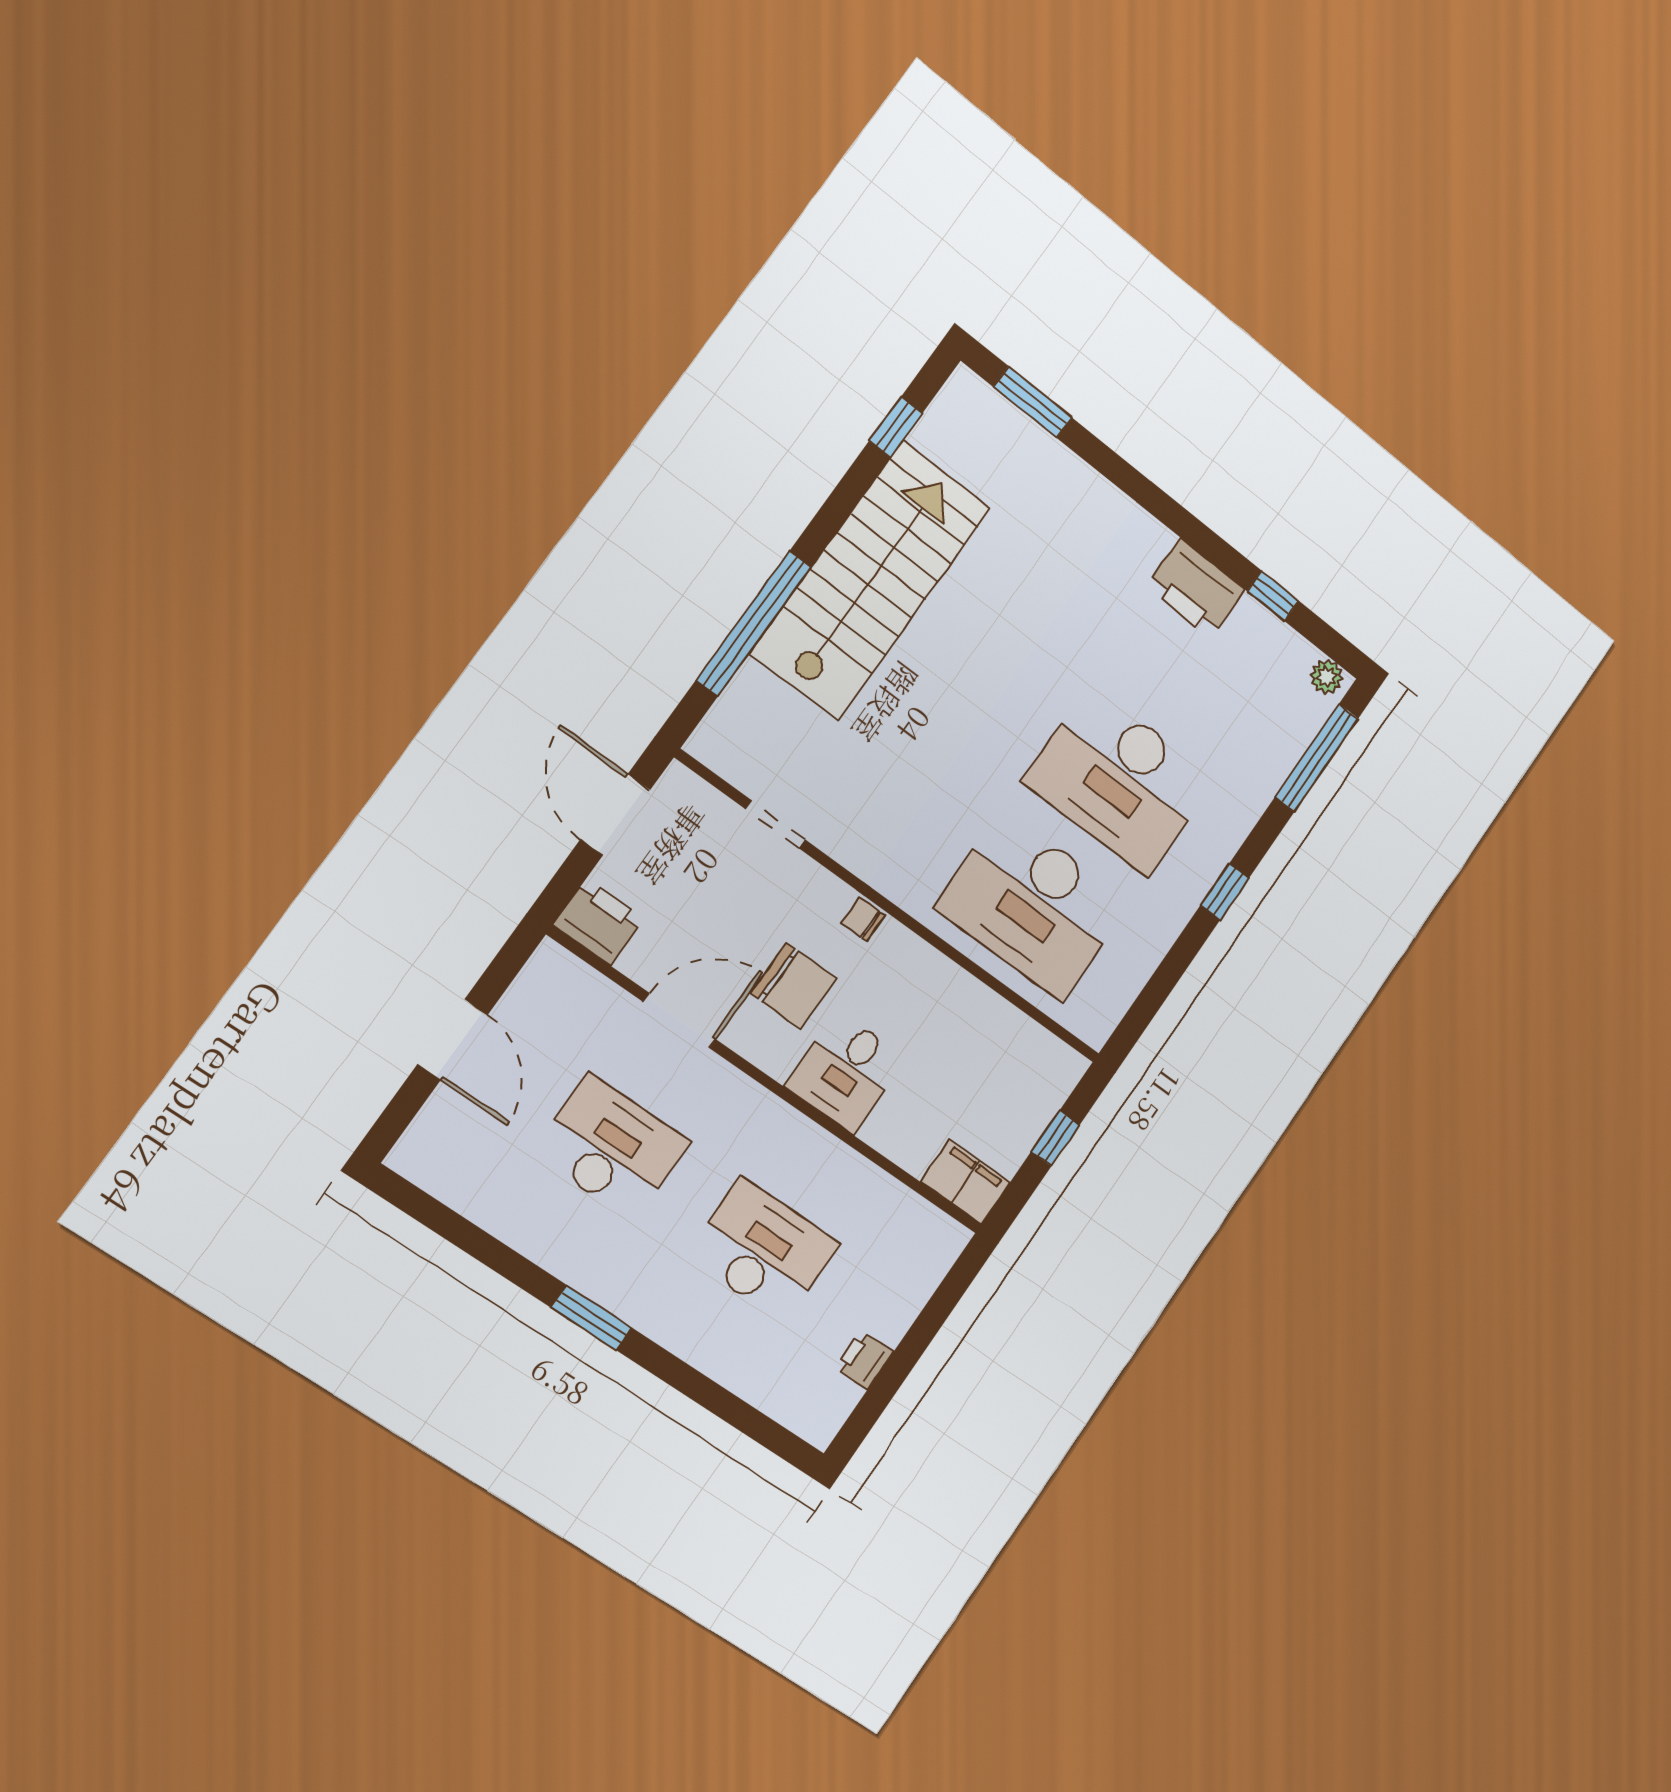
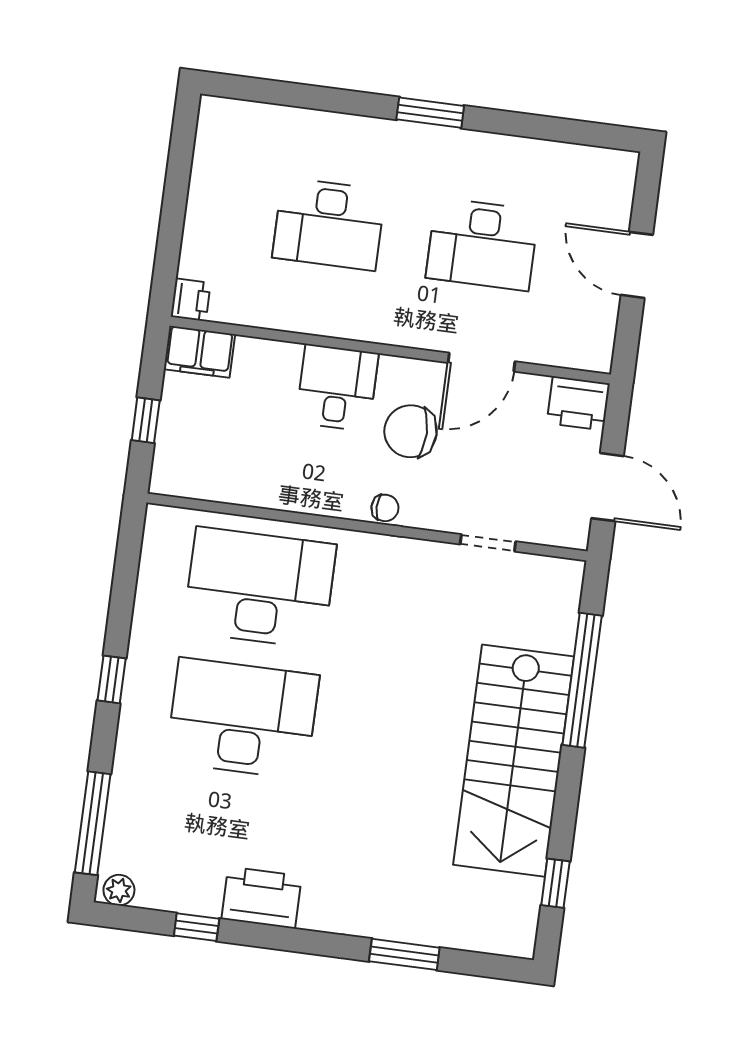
window: (1033, 402) -> (404, 954), moved
printer: (864, 1360) -> (191, 300), moved

